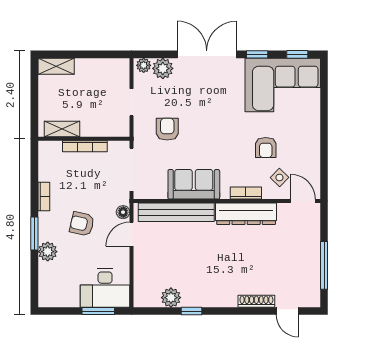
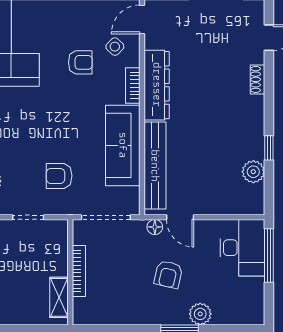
sofa: (194, 184) -> (123, 145), width x1.36
bookcase: (44, 197) -> (137, 318), removed
shoe rack: (256, 301) -> (258, 79), width x0.70
window: (98, 311) -> (269, 256), width x1.44

